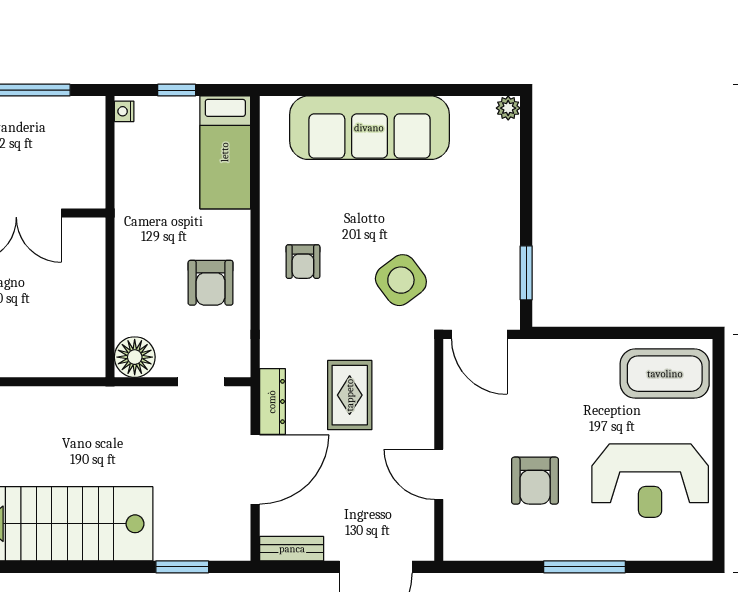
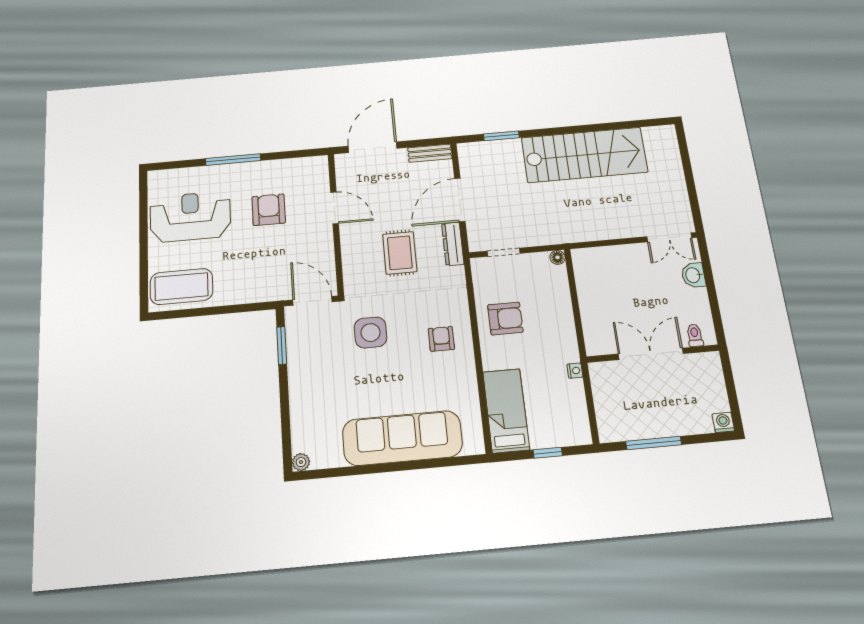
nightstand: (124, 111) -> (575, 371), moved
side table: (401, 280) -> (371, 333), turned 37
armchair: (211, 283) -> (505, 318), turned 90
floor lamp: (135, 357) -> (558, 257), width x0.53, depth x0.53

